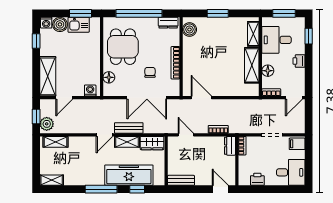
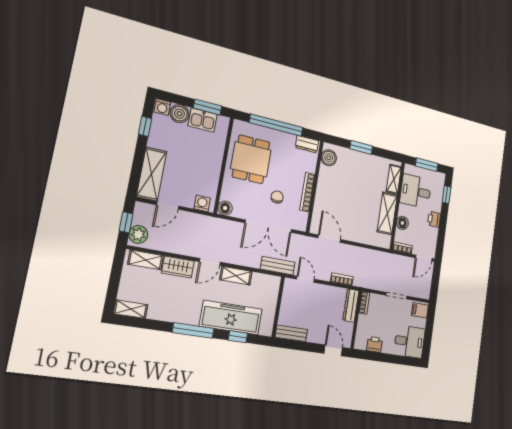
floor lamp: (109, 77) -> (225, 208), moved
bench: (129, 128) -> (278, 266), moved
wardrobe: (152, 143) -> (178, 267), moved
dresser: (230, 146) -> (351, 305), width x1.44

